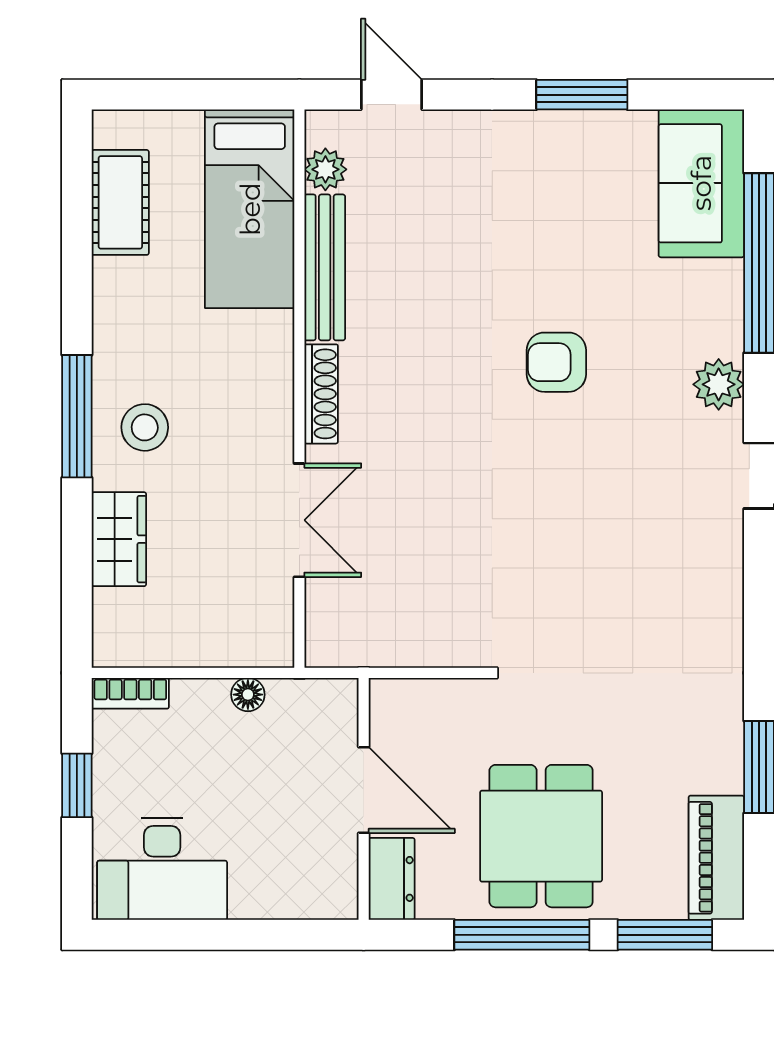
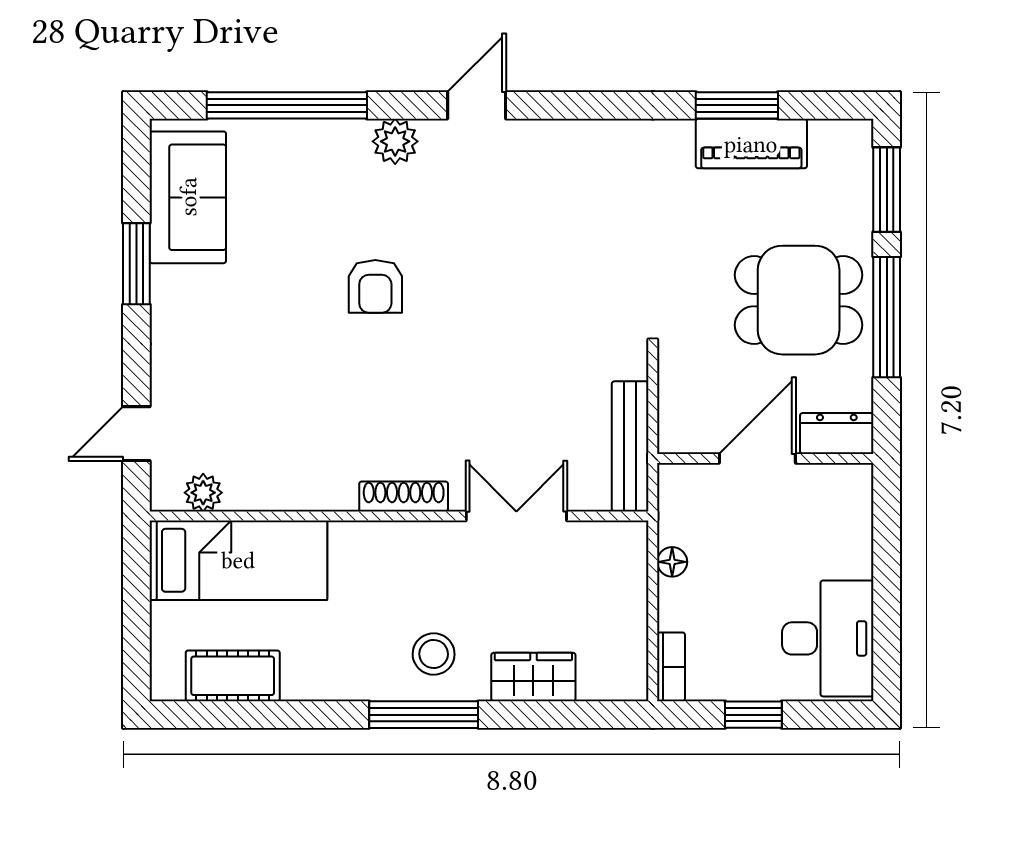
sofa: (701, 183) -> (188, 197), moved, turned -90
bench: (325, 267) -> (630, 446), moved, turned 90
piano: (716, 858) -> (751, 144), moved

